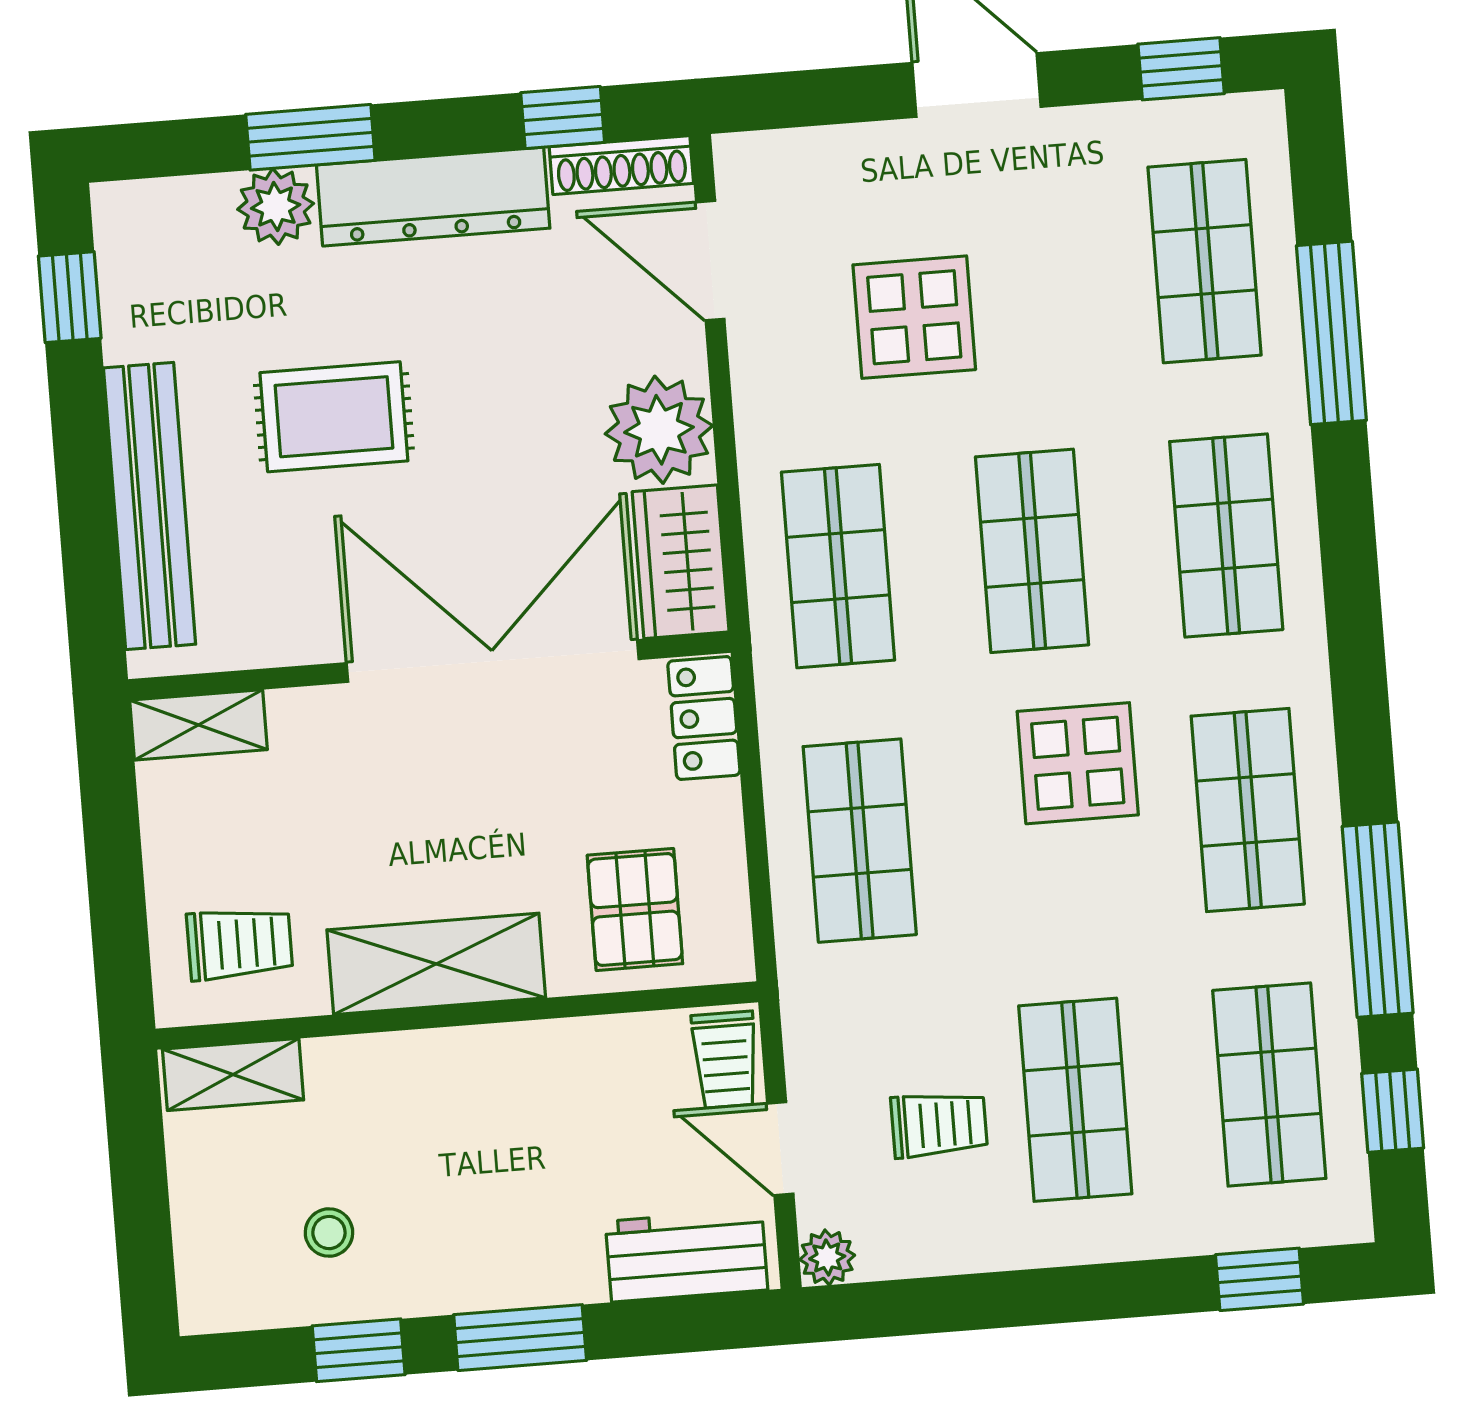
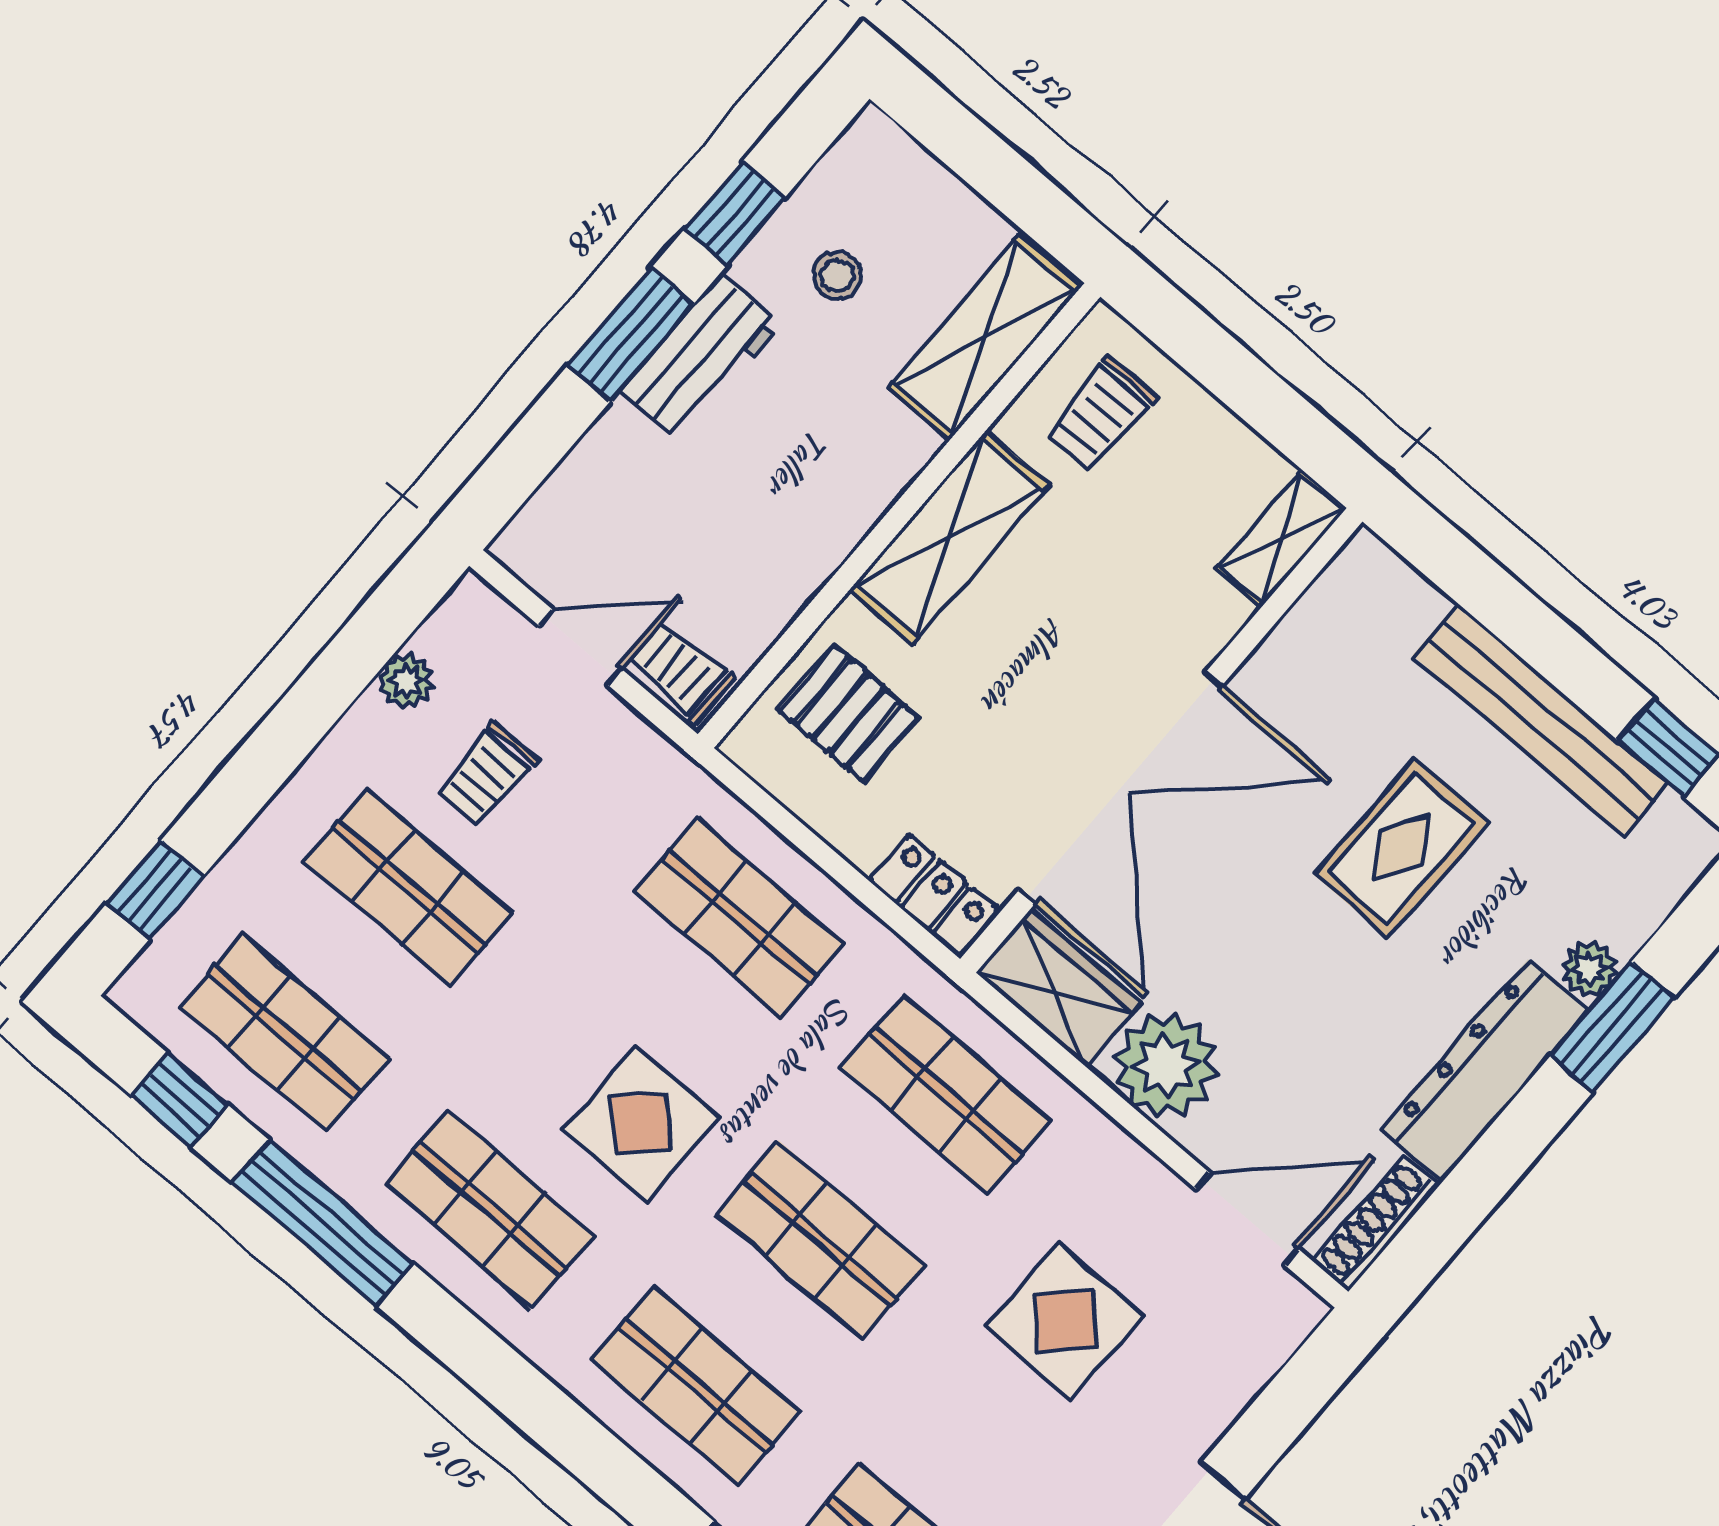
window: (563, 117) -> (1450, 1216), removed
plant: (276, 206) -> (1589, 969), width x0.73, depth x0.73
bench: (150, 506) -> (1541, 720), moved
shelving: (233, 1075) -> (984, 338), width x1.50, depth x1.33
workbench: (687, 1256) -> (701, 357), moved
plant: (827, 1257) -> (406, 681), moved

